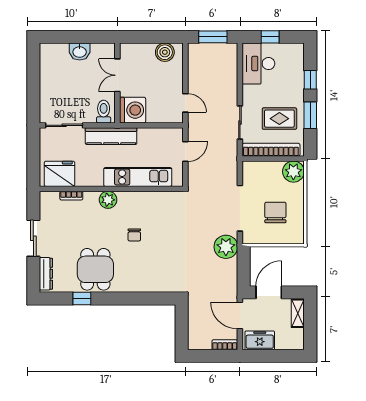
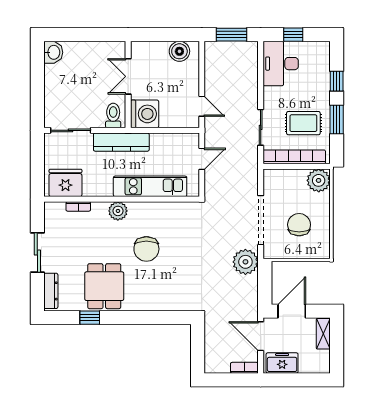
washbasin: (80, 52) -> (53, 52), moved, turned -90
chair: (134, 235) -> (146, 249), width x1.87, depth x1.87

